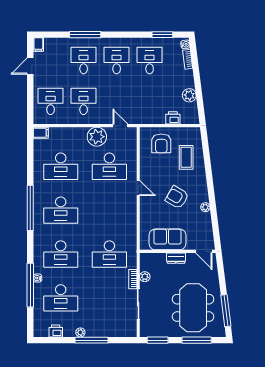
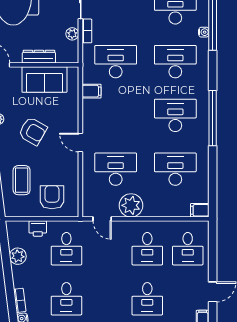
desk: (117, 61) -> (66, 249), moved
filing cabinet: (129, 230) -> (92, 91), added
dresser: (176, 258) -> (39, 57), width x1.44

